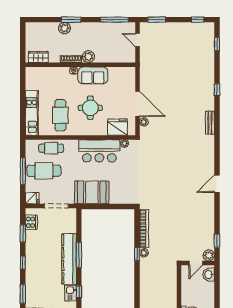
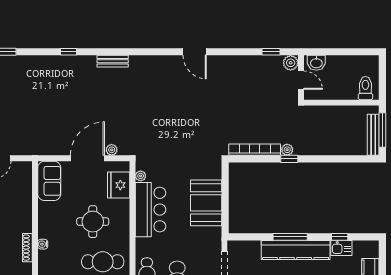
plant: (88, 57) -> (24, 224), removed
sofa: (93, 75) -> (49, 181), moved
booth: (92, 192) -> (206, 203), moved

